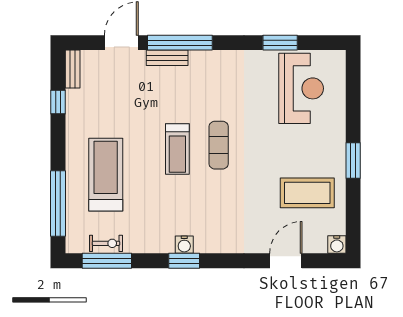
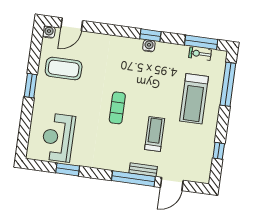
bench: (73, 69) -> (206, 171), removed
treadmill: (177, 149) -> (155, 134), moved
door: (286, 261) -> (72, 24), moved

